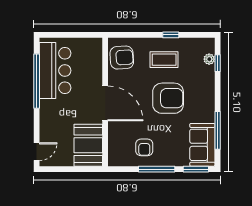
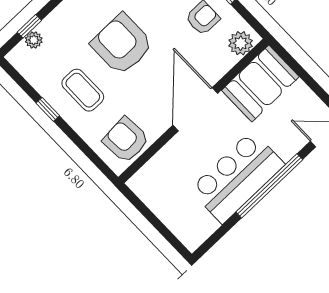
bar counter: (55, 71) -> (237, 177), moved
window: (37, 81) -> (269, 186), moved
plant: (116, 154) -> (241, 43), added

